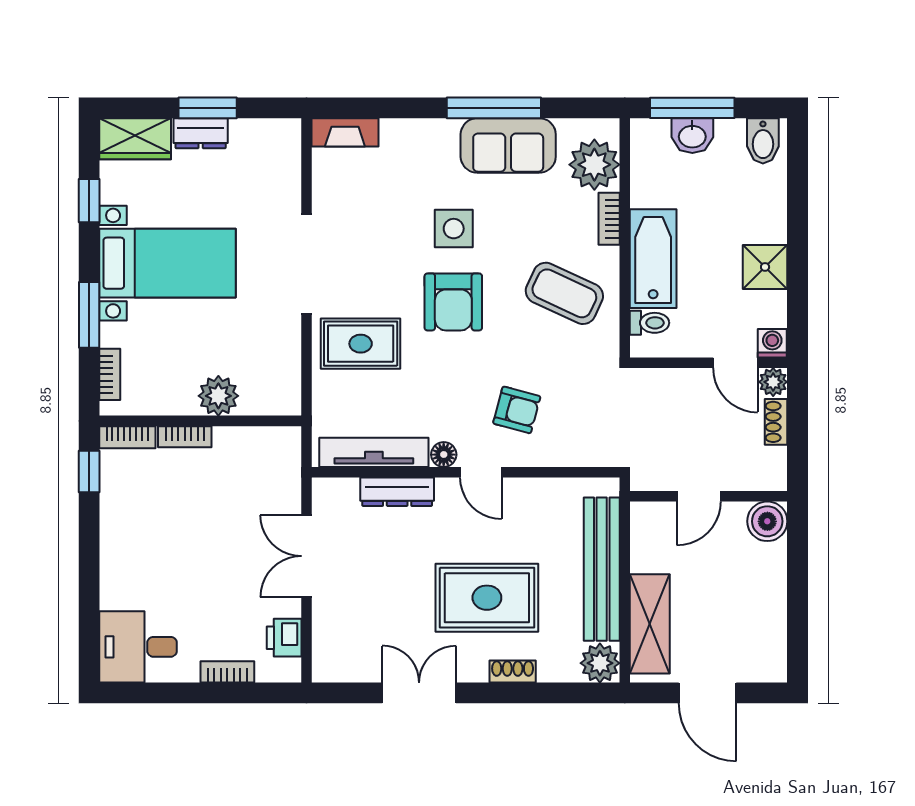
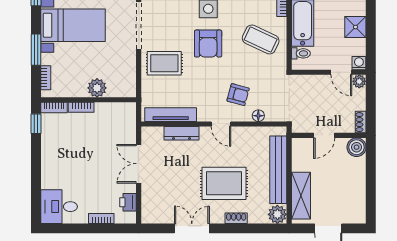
shoe rack: (776, 422) -> (361, 122), moved
floor lamp: (444, 455) -> (258, 116), moved

